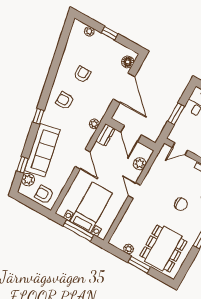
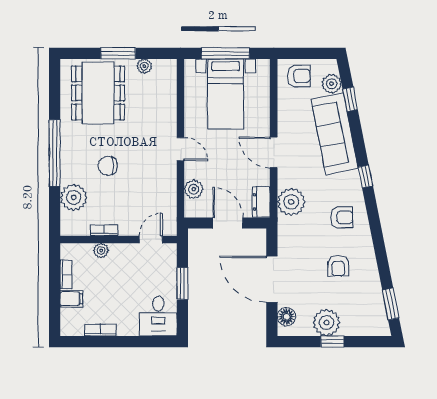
plant: (89, 31) -> (327, 323), moved, width x1.87, depth x1.87
window: (65, 36) -> (391, 304), added
plant: (94, 124) -> (291, 202), width x1.88, depth x1.88

